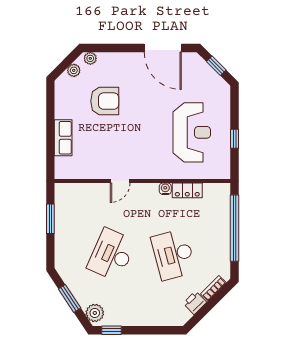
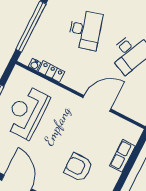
door: (120, 181) -> (97, 103), width x1.88
water cooler: (165, 189) -> (35, 65), moved

